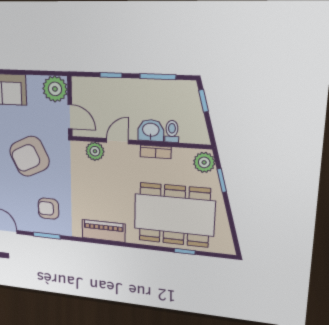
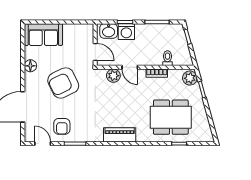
plant: (55, 89) -> (84, 33), removed
washing machine: (113, 89) -> (126, 32), added
washbasin: (151, 130) -> (109, 31), moved, turned 180
door: (117, 141) -> (130, 67), swing flipped
armchair: (48, 209) -> (62, 126), moved, turned -90
dining table: (174, 215) -> (171, 117), width x0.73, depth x0.80

